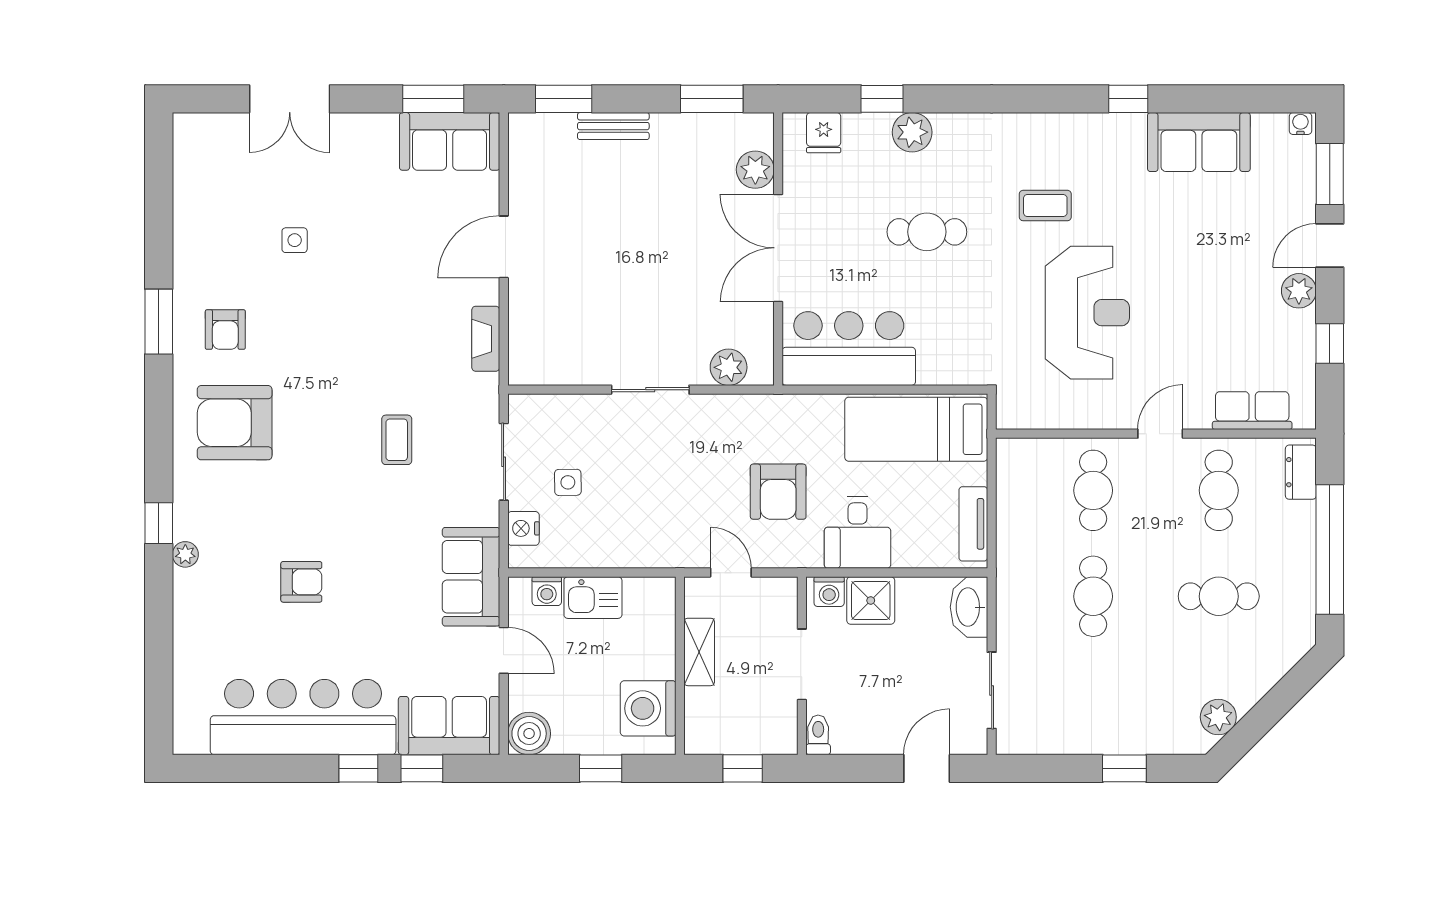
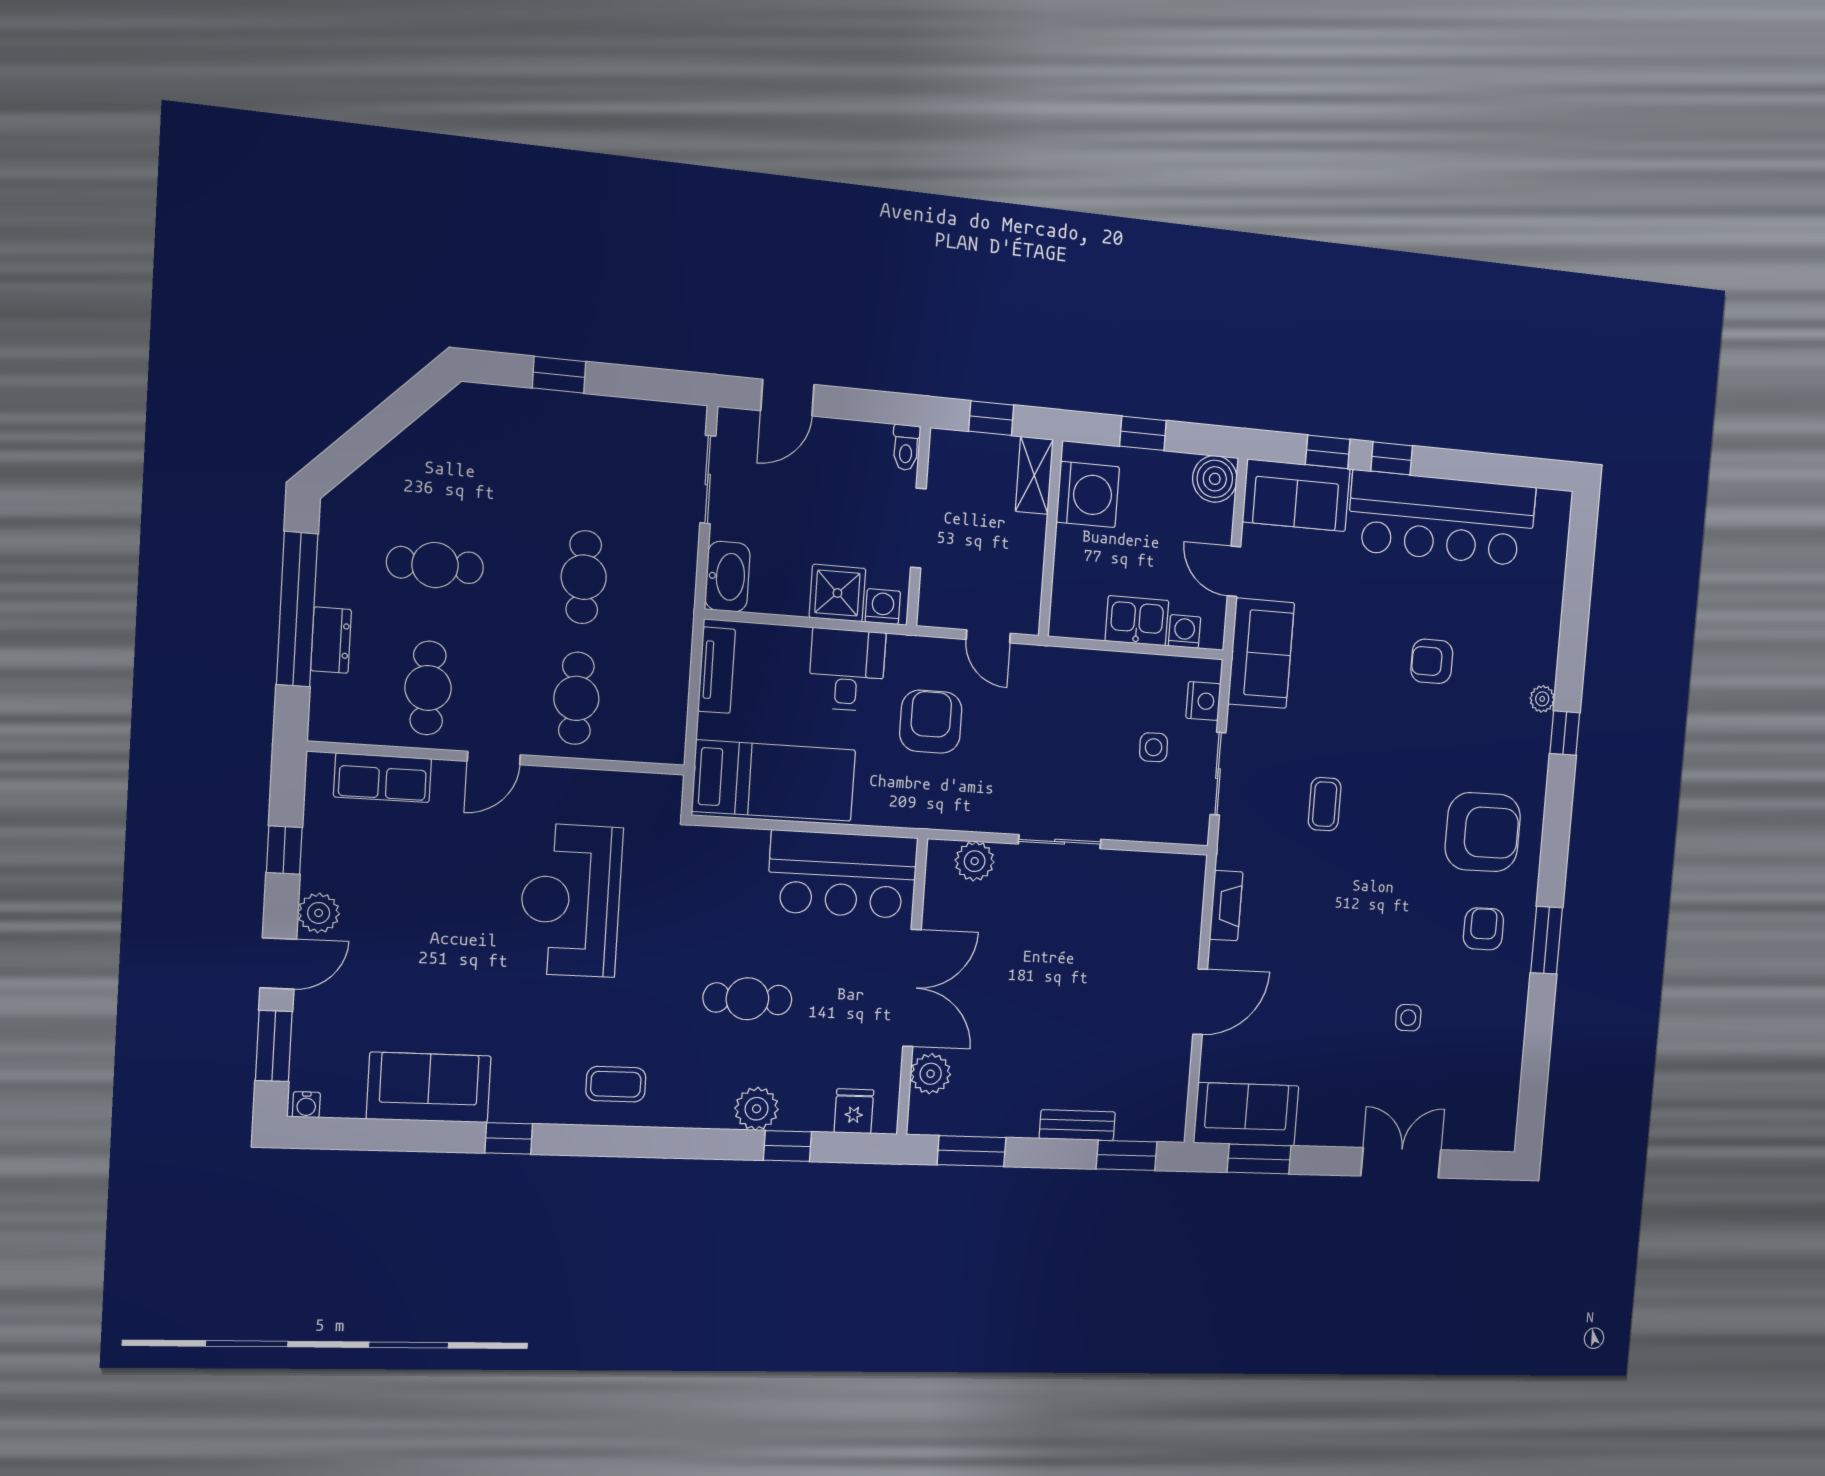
coffee table: (1045, 206) -> (616, 1084), moved
dresser: (1301, 472) -> (331, 640), moved
shelving: (699, 652) -> (1034, 475), moved
plant: (1218, 717) -> (444, 424), removed

